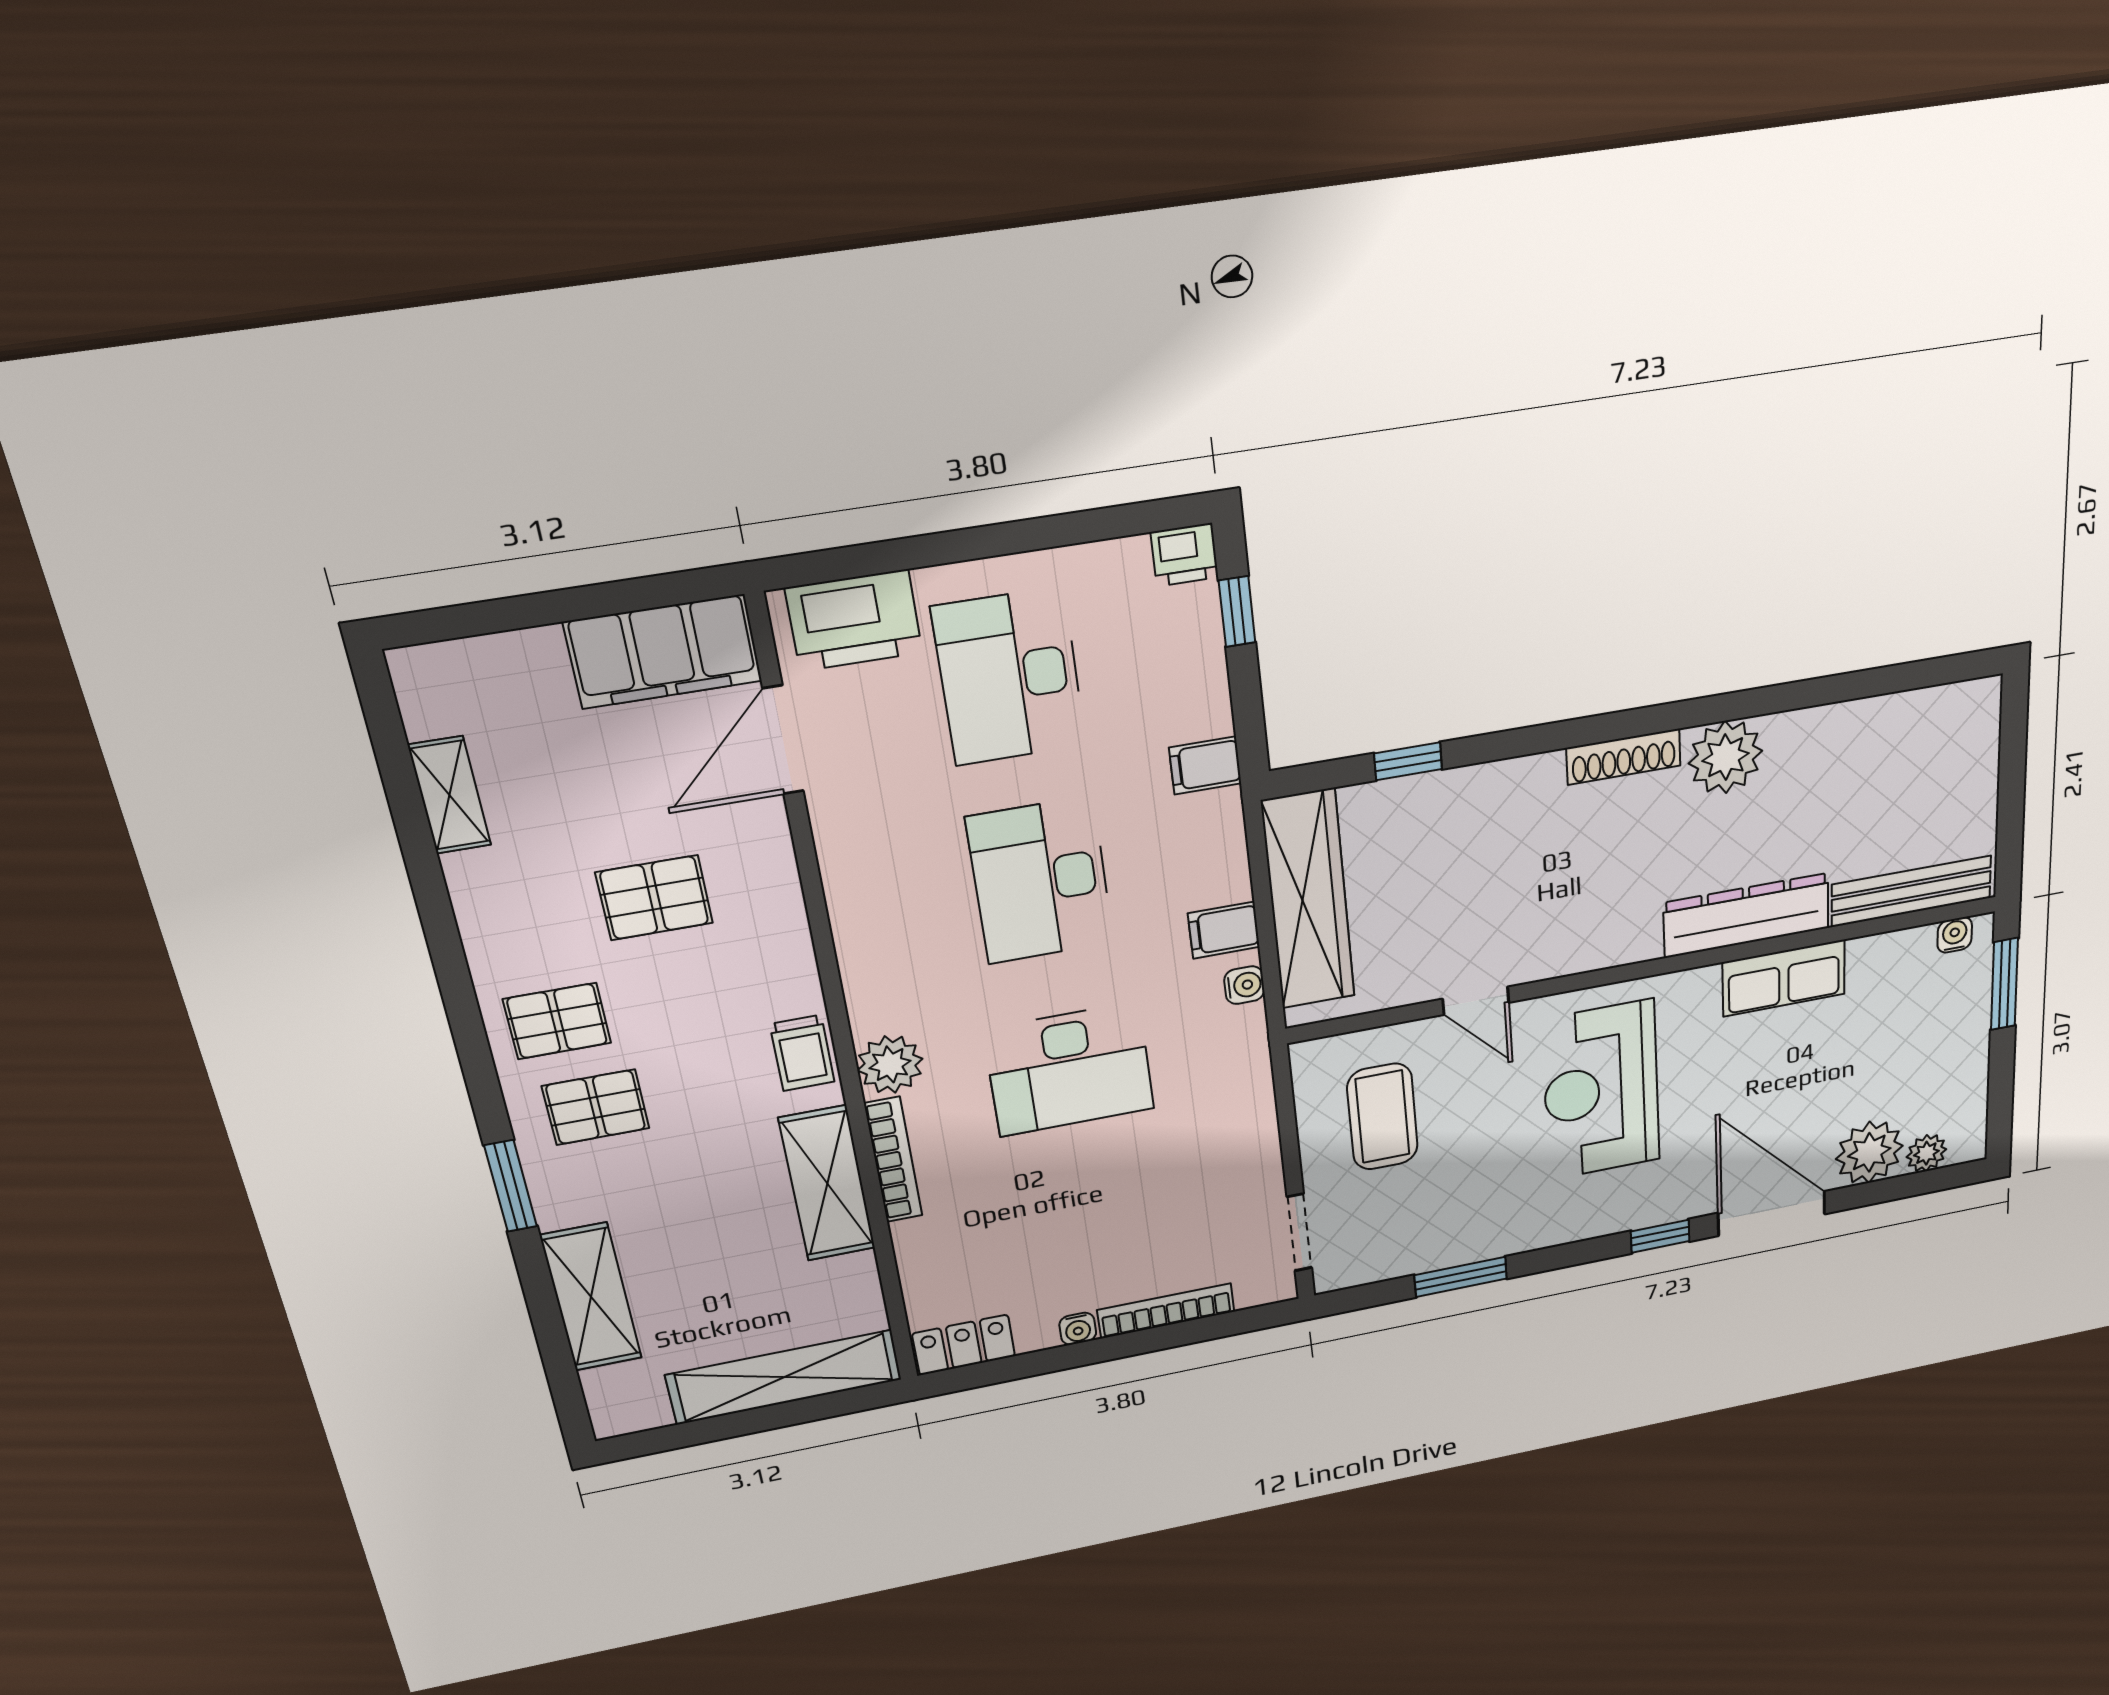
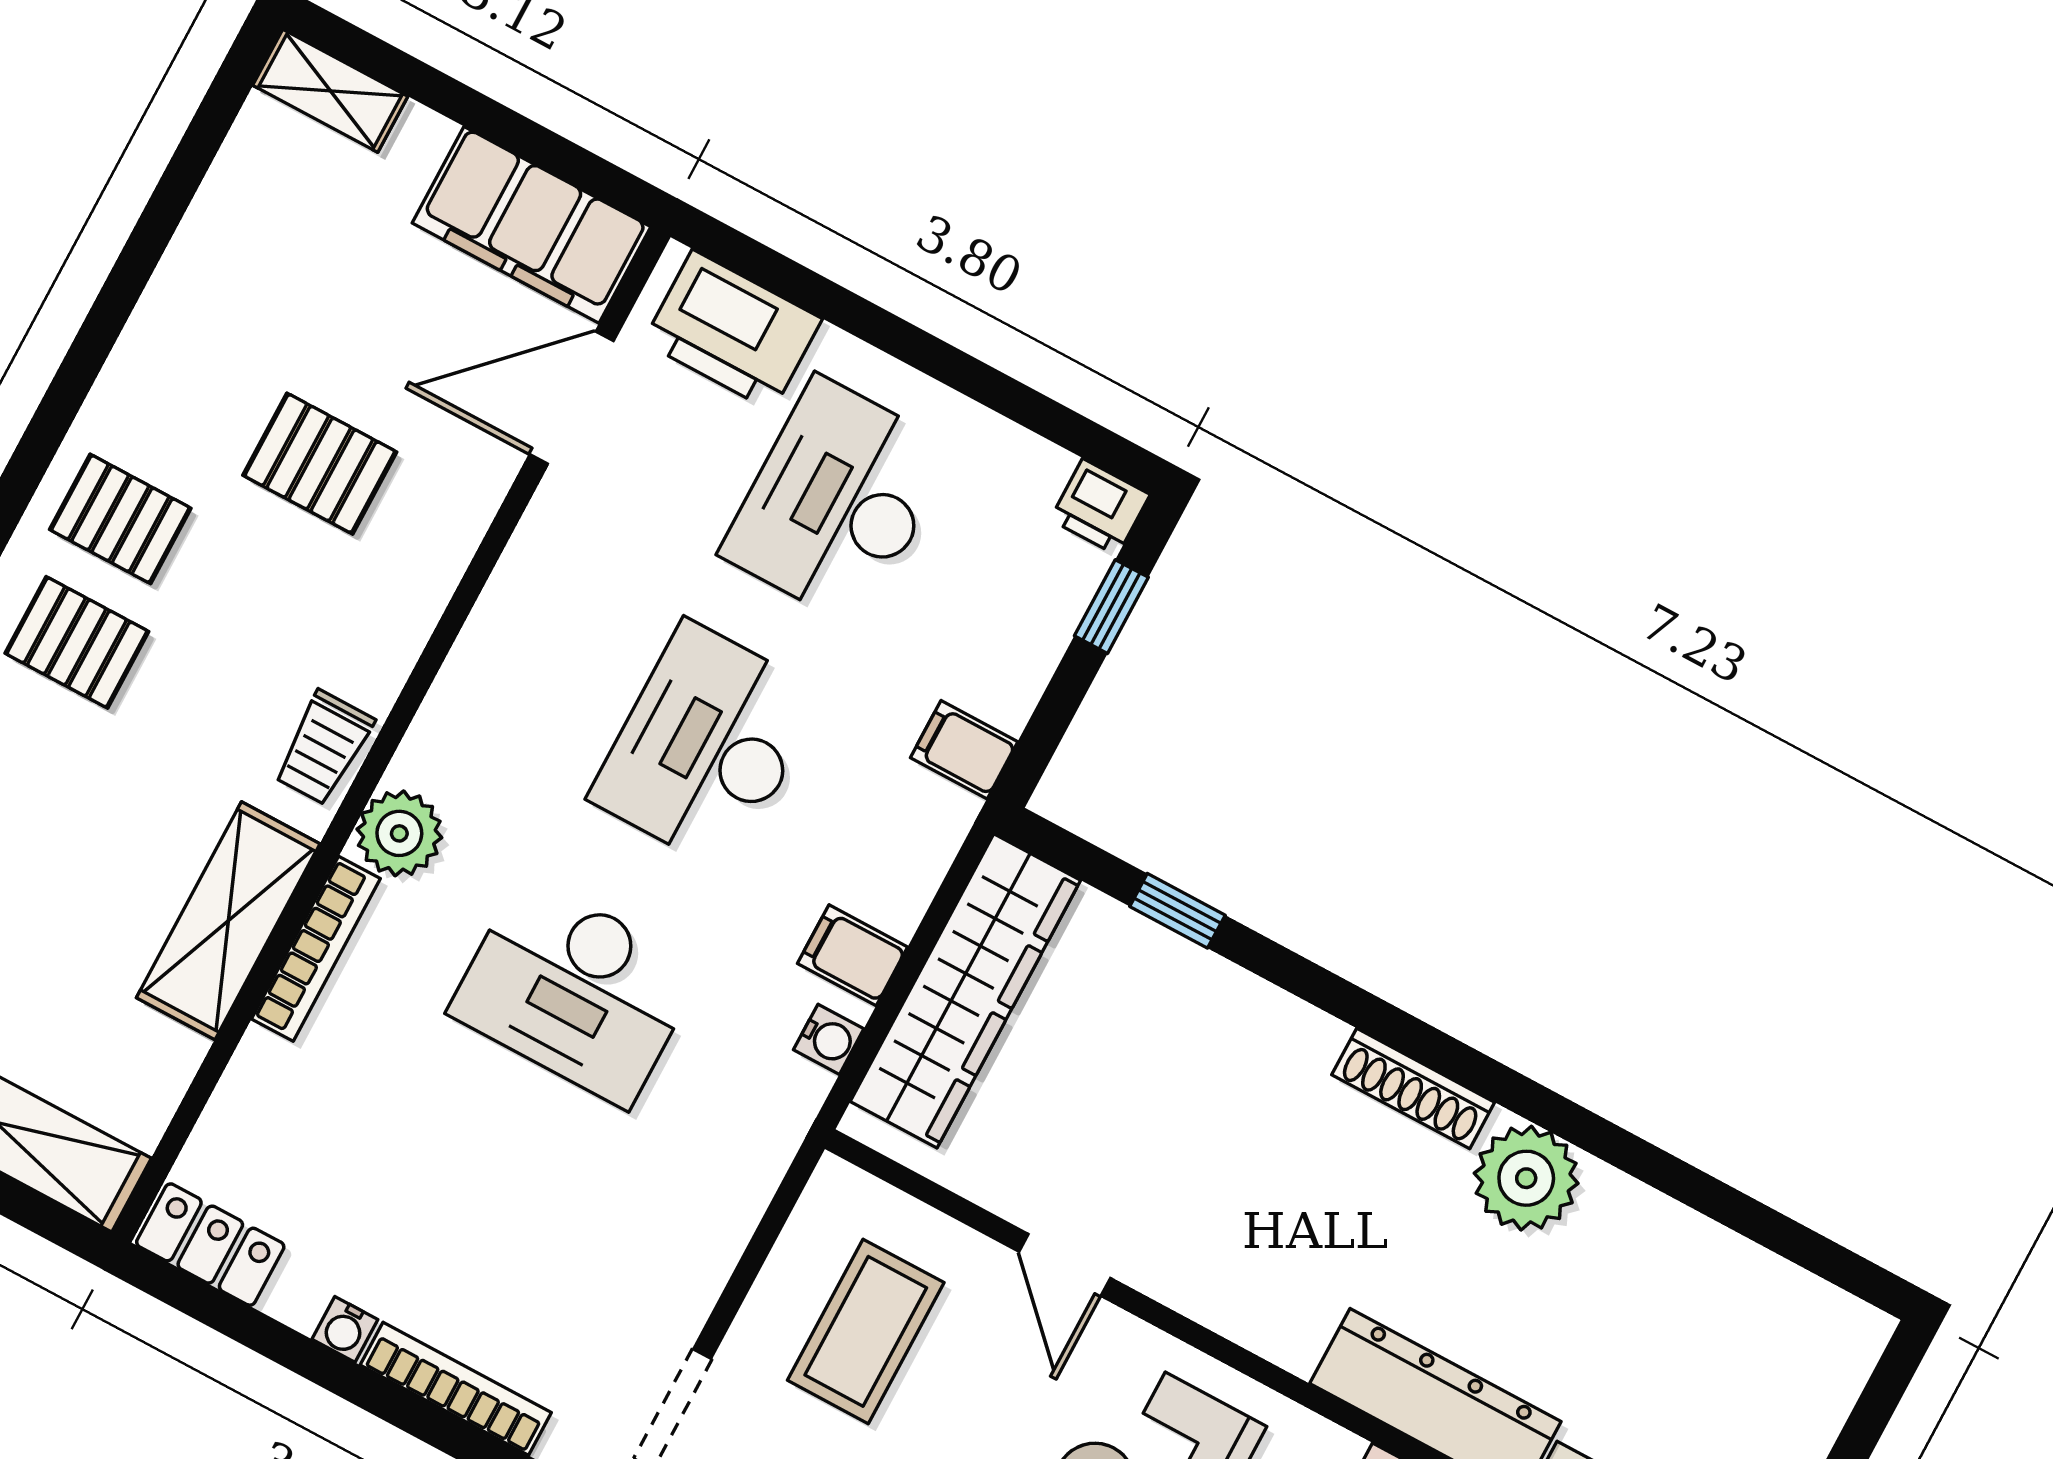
shelving: (449, 795) -> (330, 91), moved, turned 90

